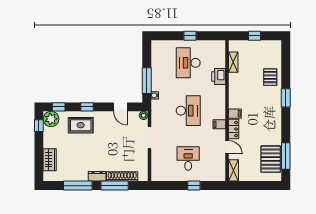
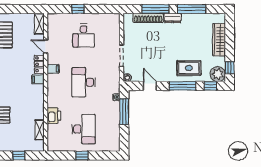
window: (87, 107) -> (183, 86), width x2.17
wardrobe: (50, 160) -> (219, 40), width x1.50

